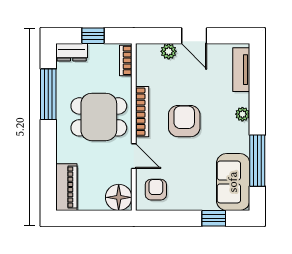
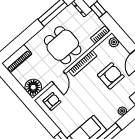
plant: (169, 51) -> (114, 42), moved
armchair: (184, 121) -> (111, 76), moved

